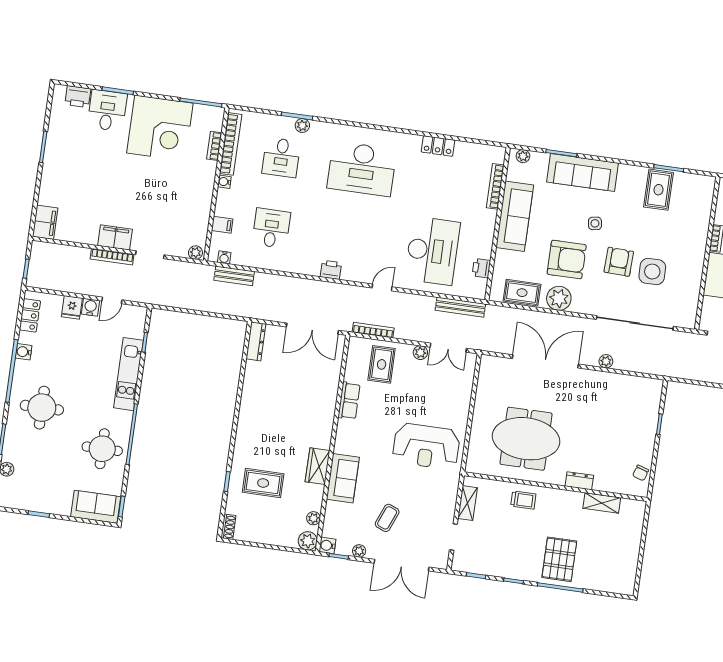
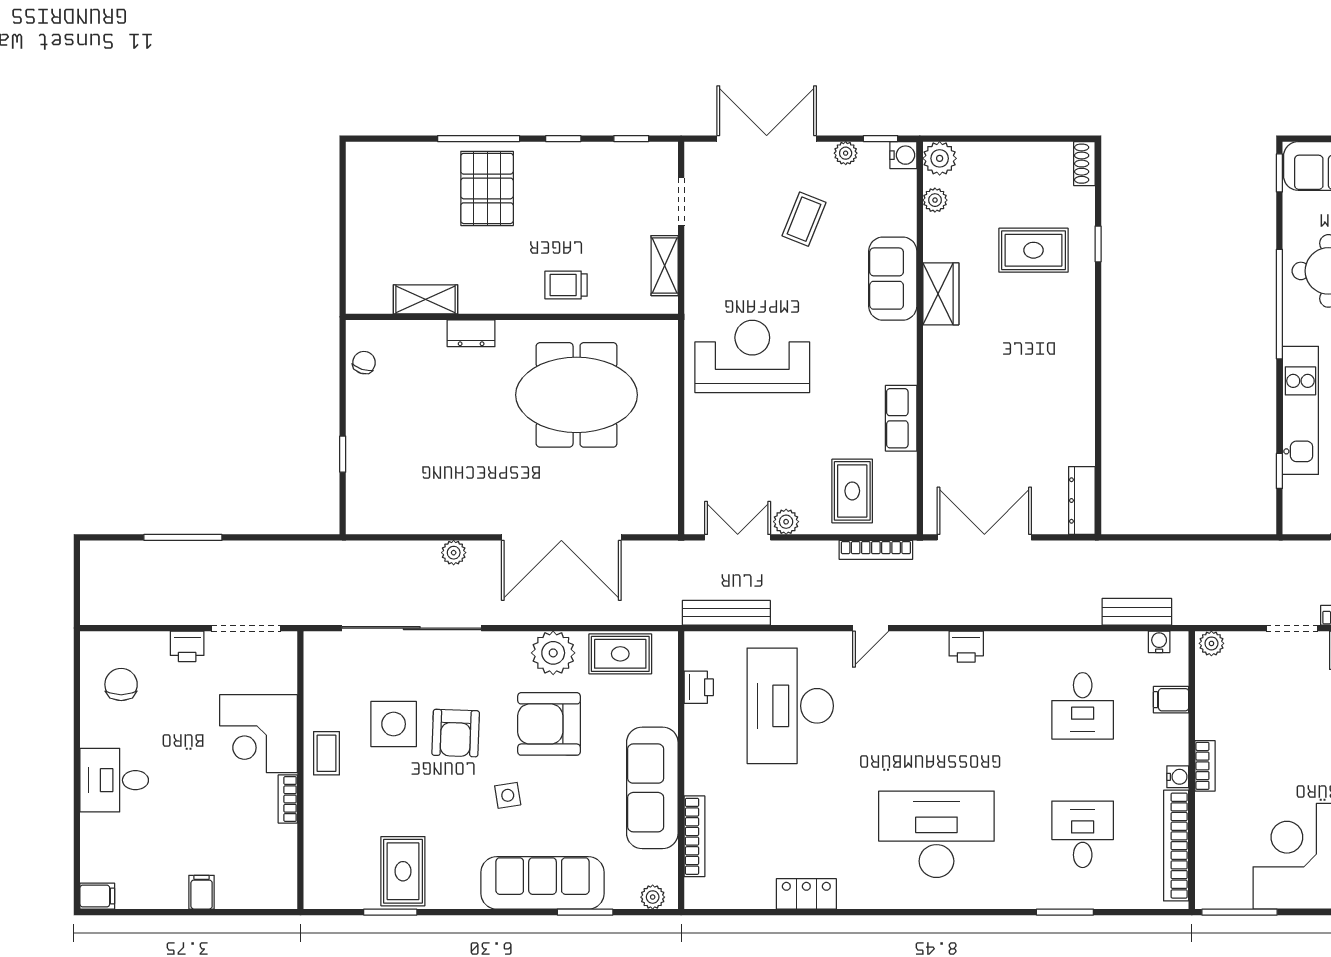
plant: (302, 126) -> (1053, 896), removed
bookcase: (214, 146) -> (1205, 766), moved
coffee table: (691, 261) -> (327, 753), added

